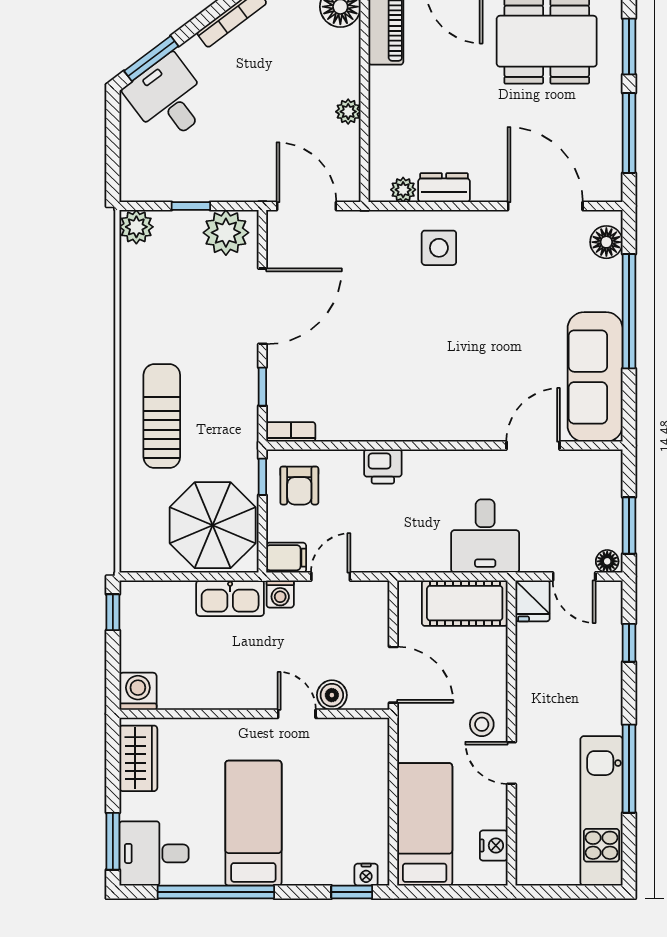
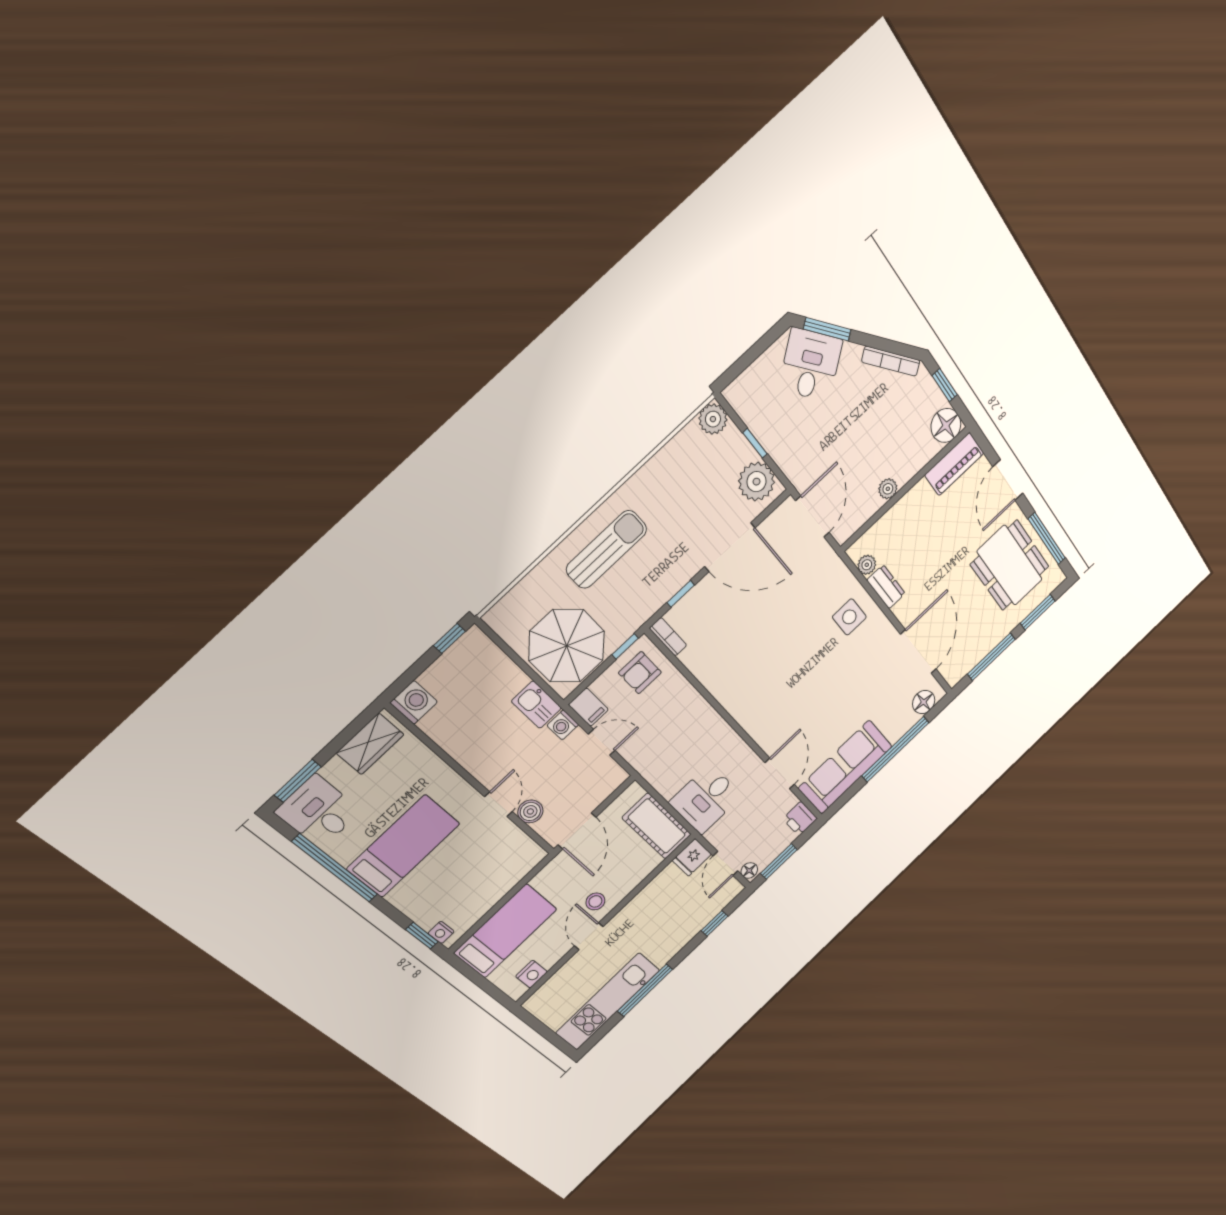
door: (533, 446) -> (780, 774), hinge flipped
printer: (383, 466) -> (800, 819), moved
kitchen sink: (230, 598) -> (536, 705), width x0.73

